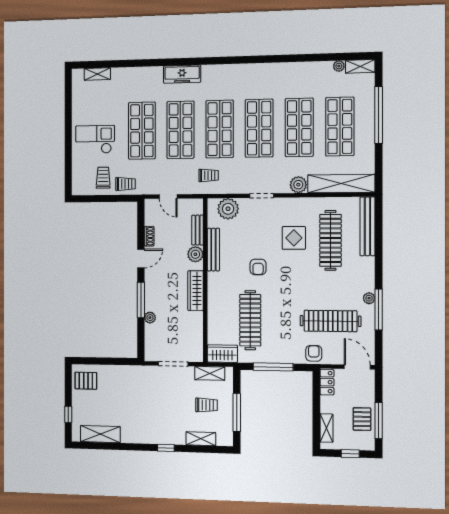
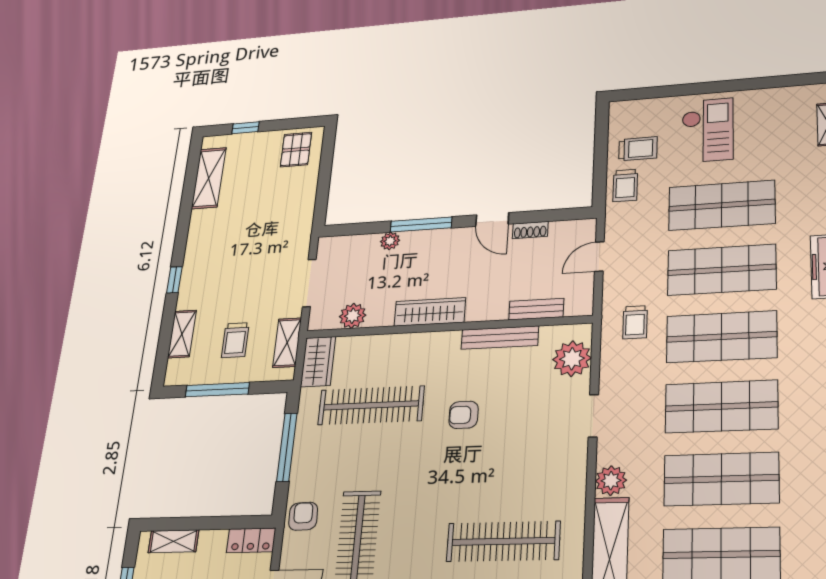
display table: (294, 238) -> (512, 475), removed
plant: (195, 254) -> (353, 316), moved
armchair: (314, 353) -> (303, 516), turned -92

